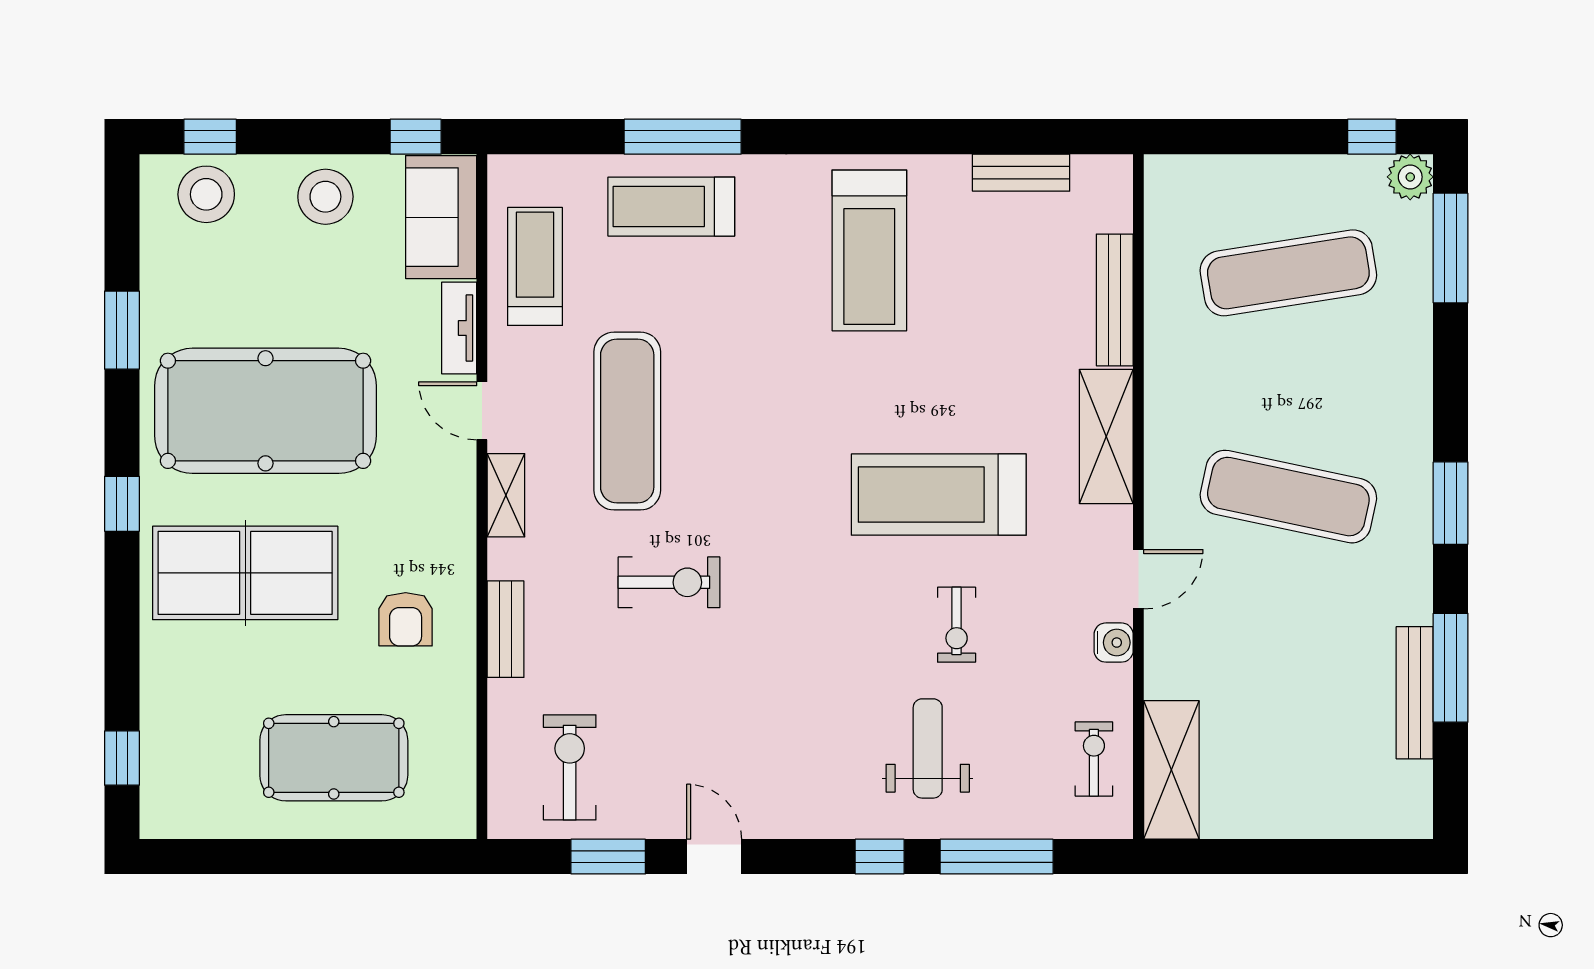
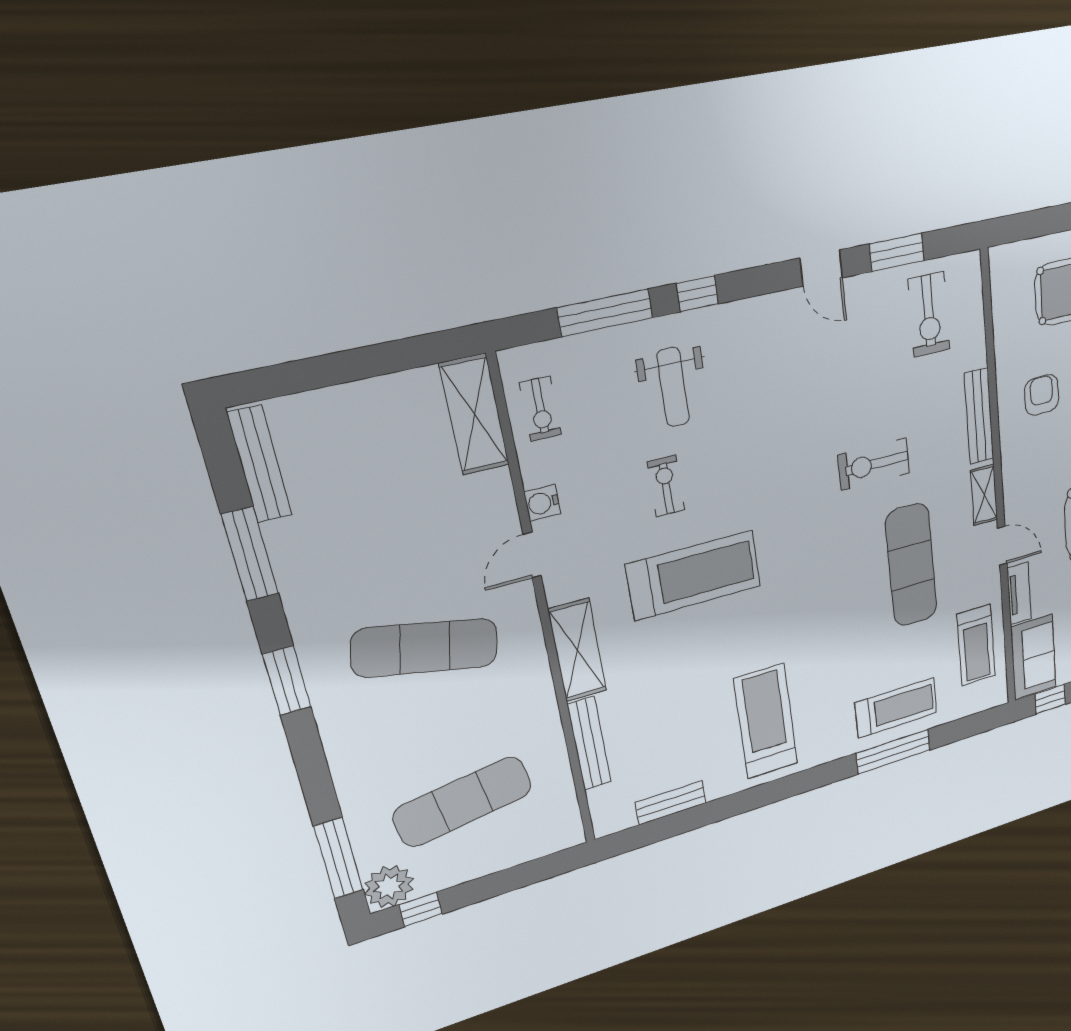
plant: (1410, 177) -> (389, 886), width x1.36, depth x1.36
bench: (506, 629) -> (979, 416), width x1.36
bench: (1415, 693) -> (260, 464), moved

